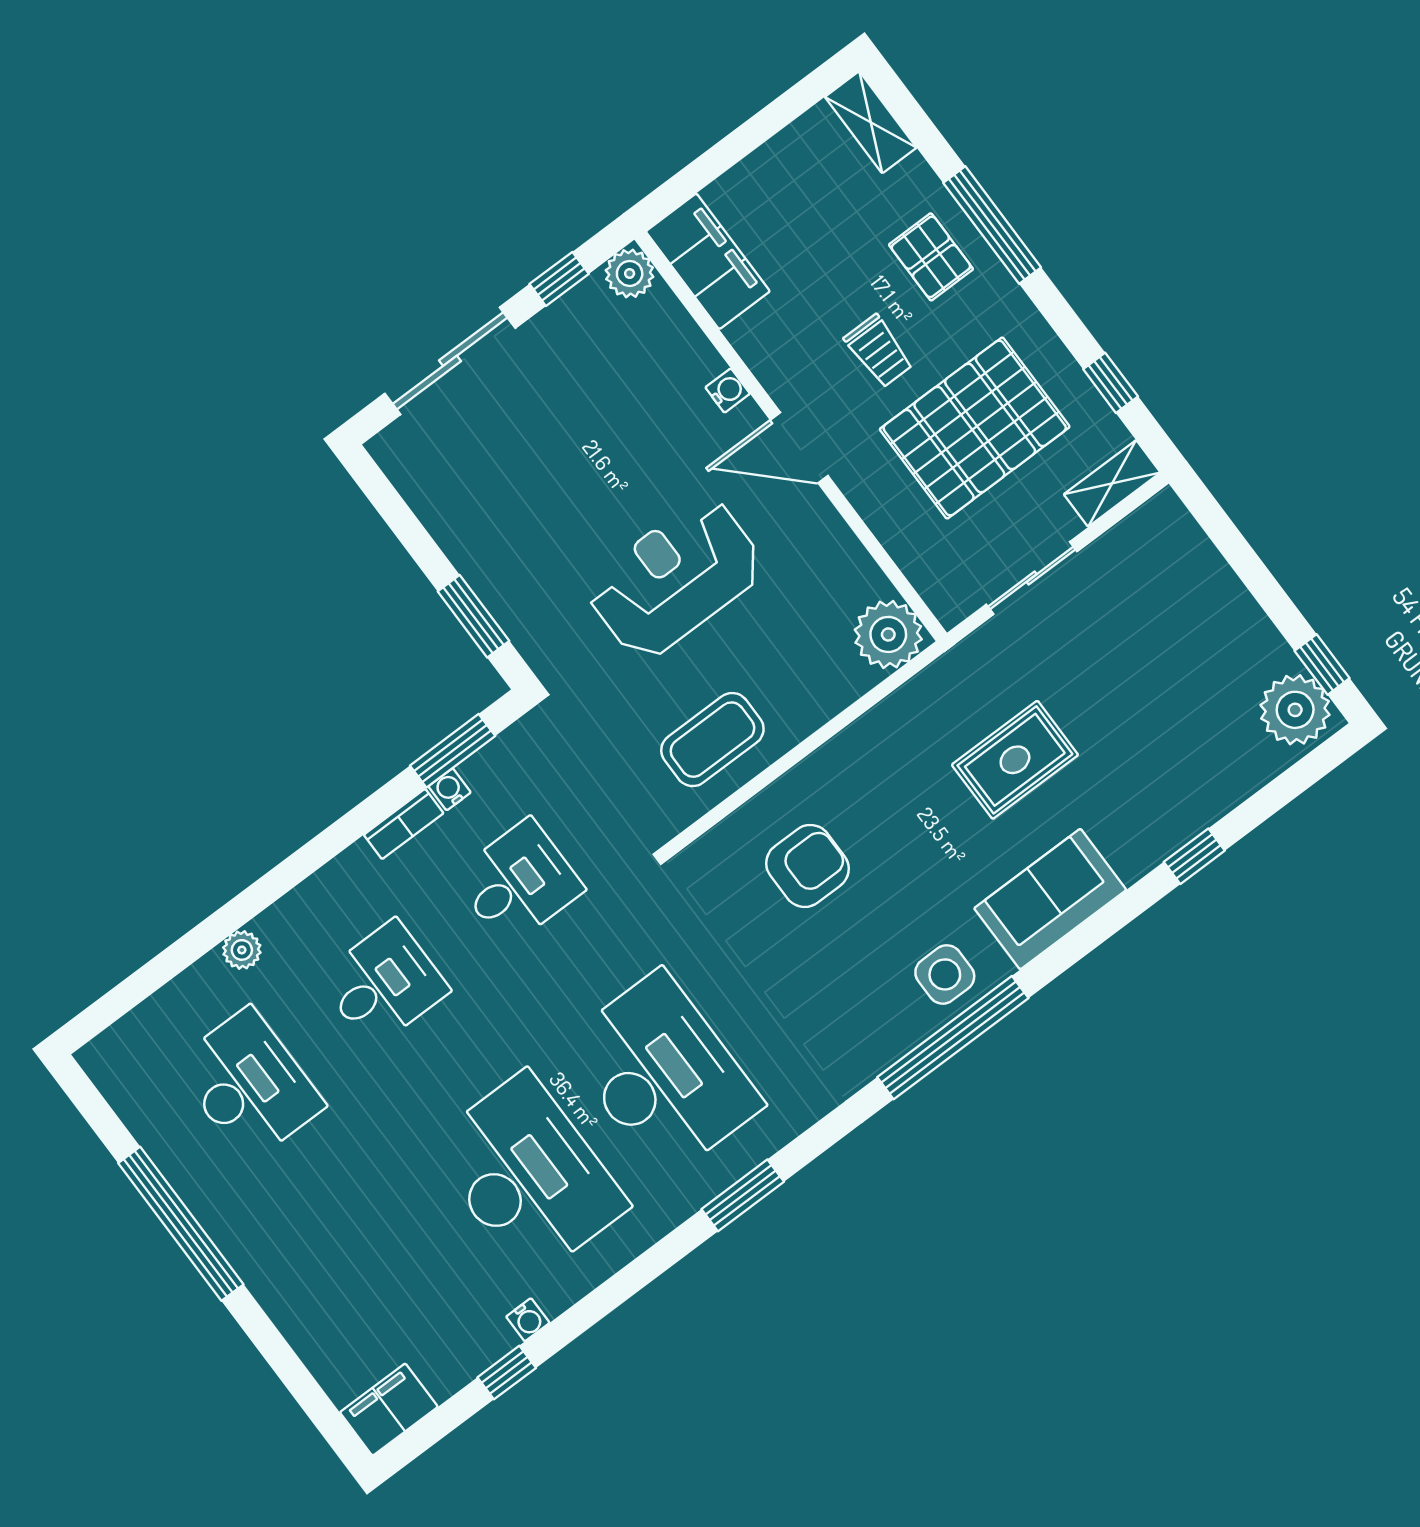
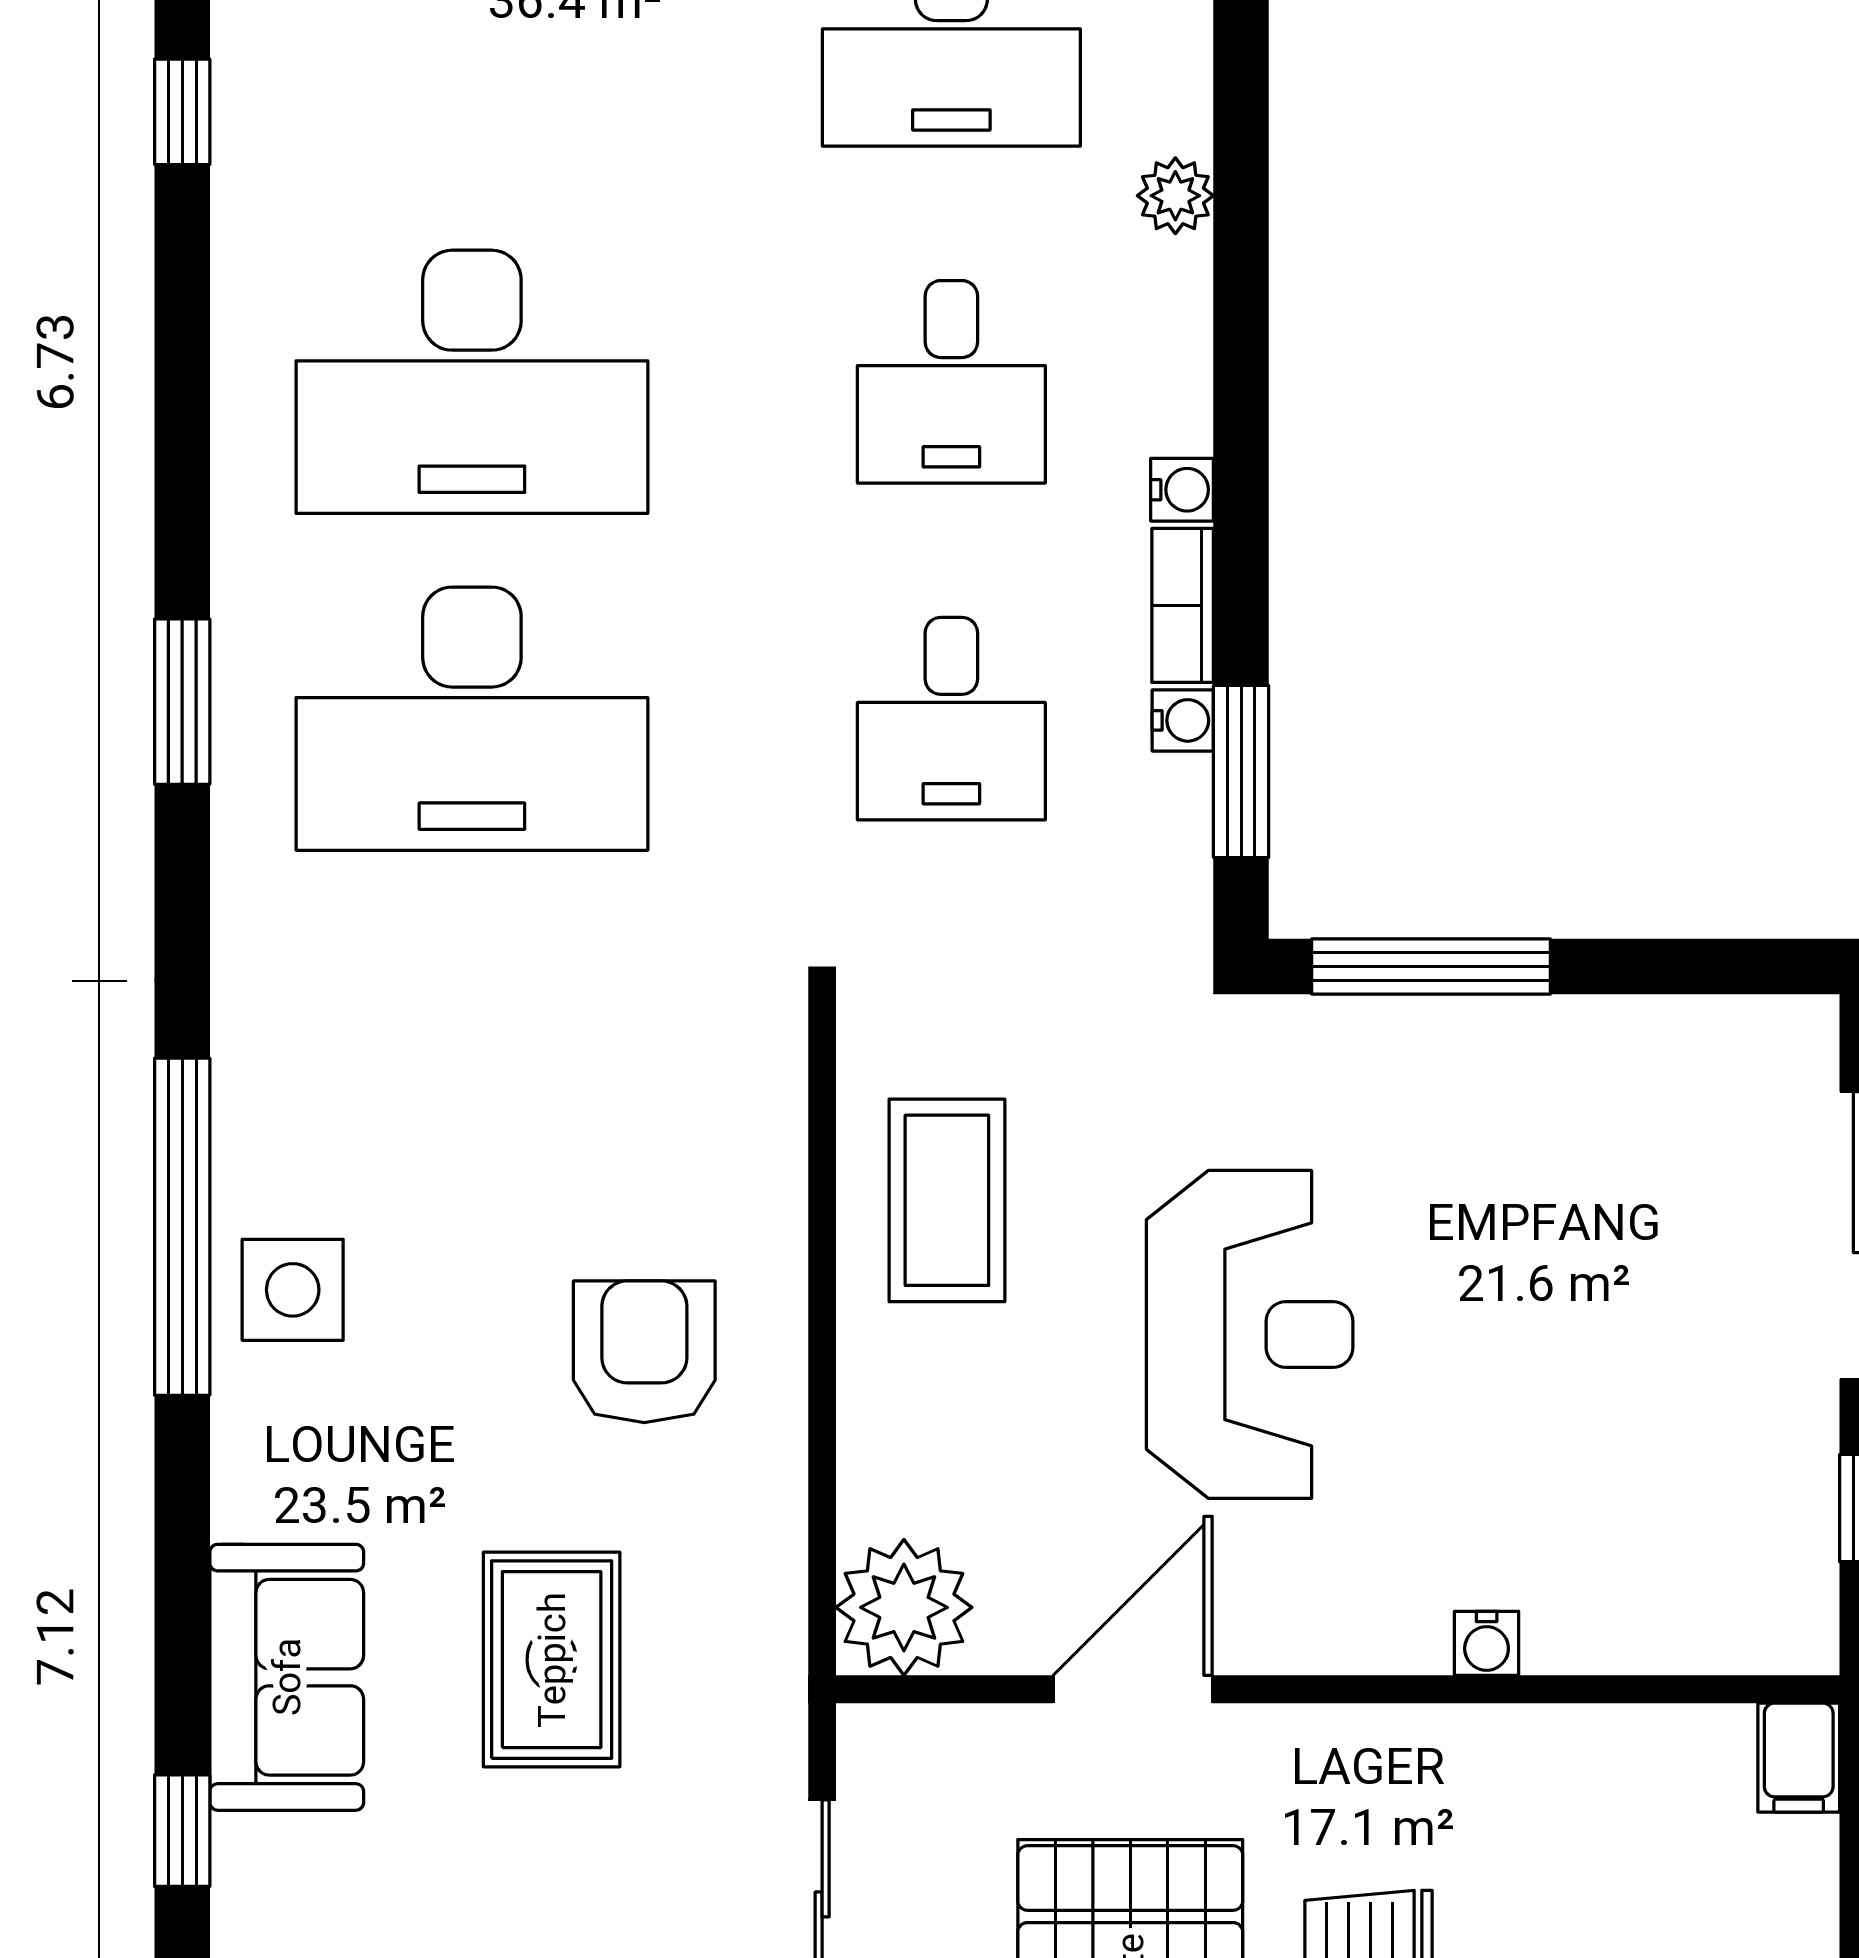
filing cabinet: (708, 261) -> (1799, 1758), width x0.33, depth x0.86
plant: (630, 273) -> (1791, 1627), removed
door: (799, 448) -> (1133, 1689), moved
window: (473, 616) -> (1431, 967), width x1.44
armchair: (807, 866) -> (644, 1352), moved, turned 180
sofa: (1050, 899) -> (287, 1677), moved
water cooler: (528, 1320) -> (1182, 490), moved, turned 180

